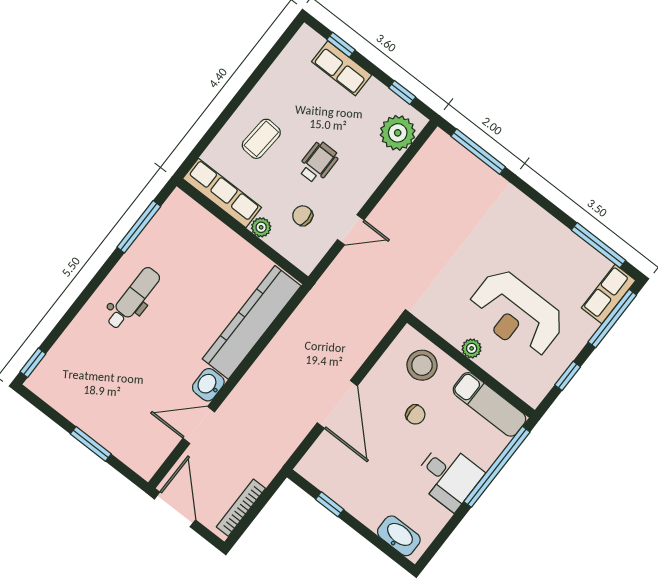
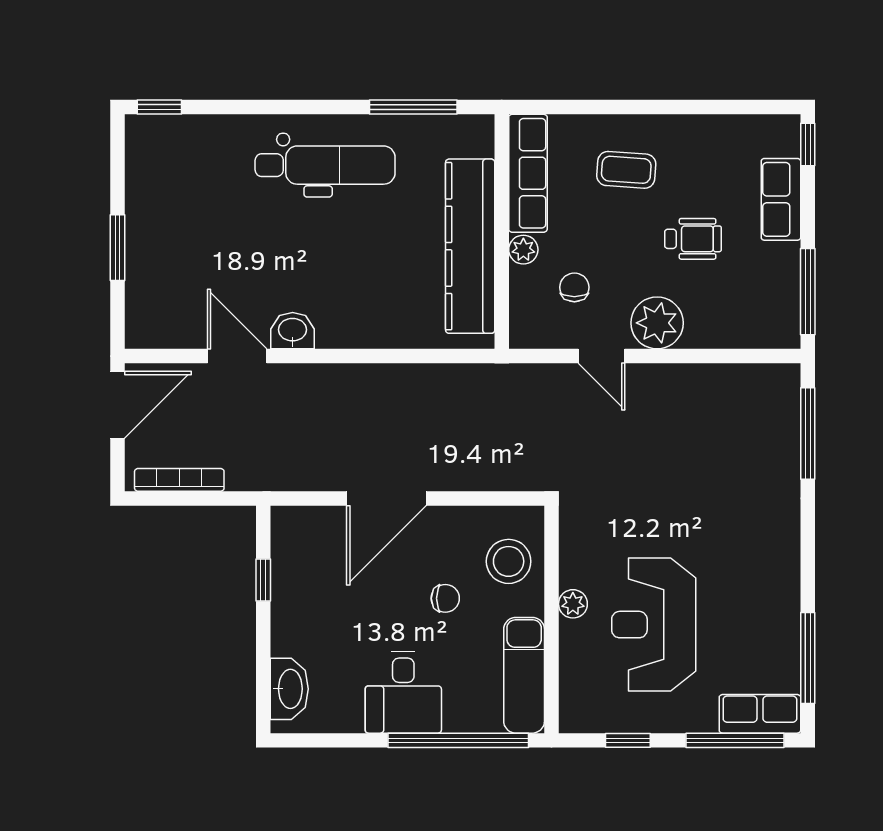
window: (341, 45) -> (808, 144), moved
window: (402, 92) -> (808, 292), width x2.17
plant: (398, 133) -> (657, 323), moved
wheelchair: (318, 163) -> (693, 239), moved
dental chair: (133, 298) -> (325, 165), width x1.36, depth x1.38
kitchen counter: (252, 322) -> (470, 246), moved, turned -90
chair: (415, 414) -> (445, 598), turned -90

